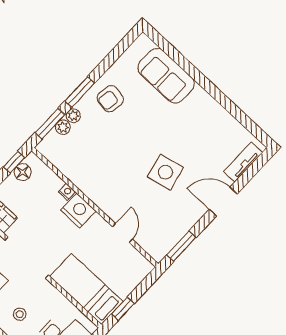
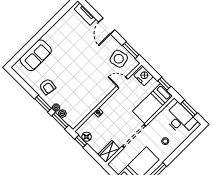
side table: (165, 172) -> (119, 59), moved
nightstand: (78, 211) -> (144, 76), moved, turned 90

